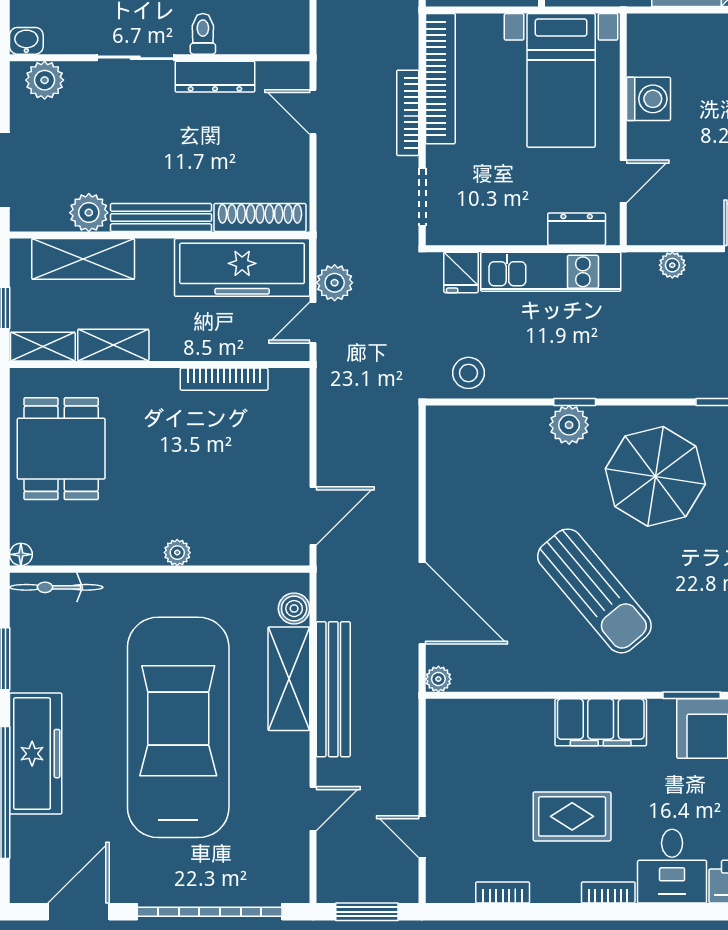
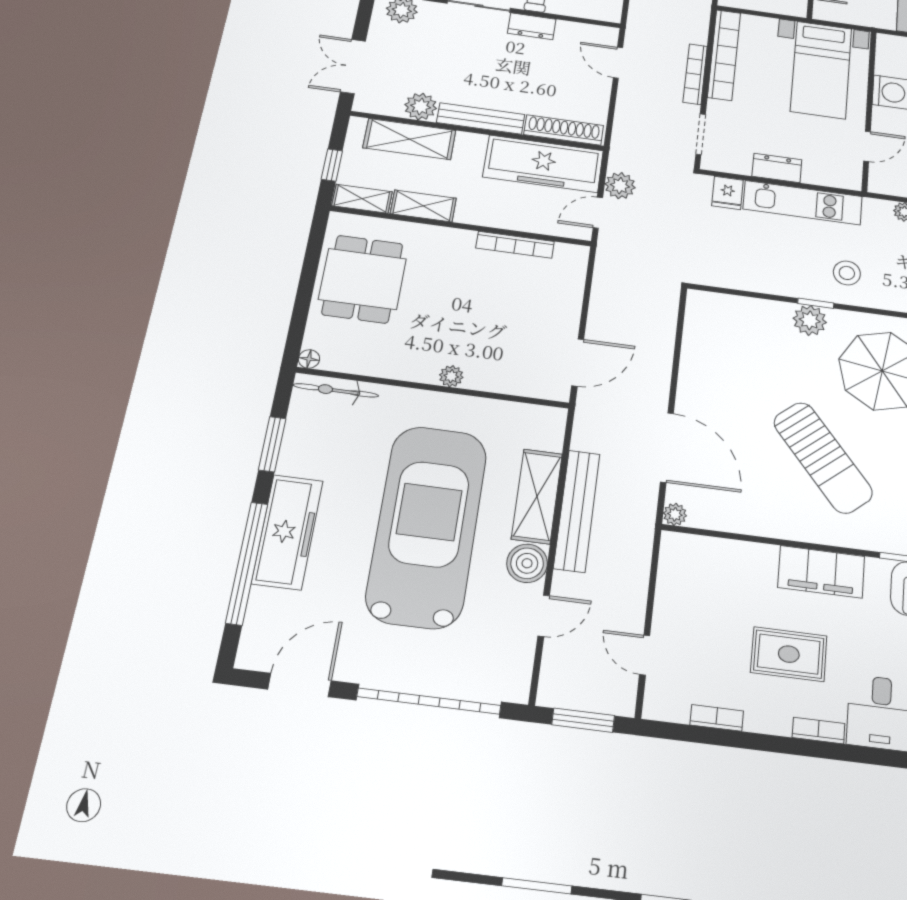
dresser: (215, 77) -> (532, 26), width x0.70
dresser: (577, 229) -> (777, 168), moved
stool: (468, 373) -> (847, 273), moved
boiler: (294, 609) -> (527, 563), moved, width x1.36, depth x1.36

